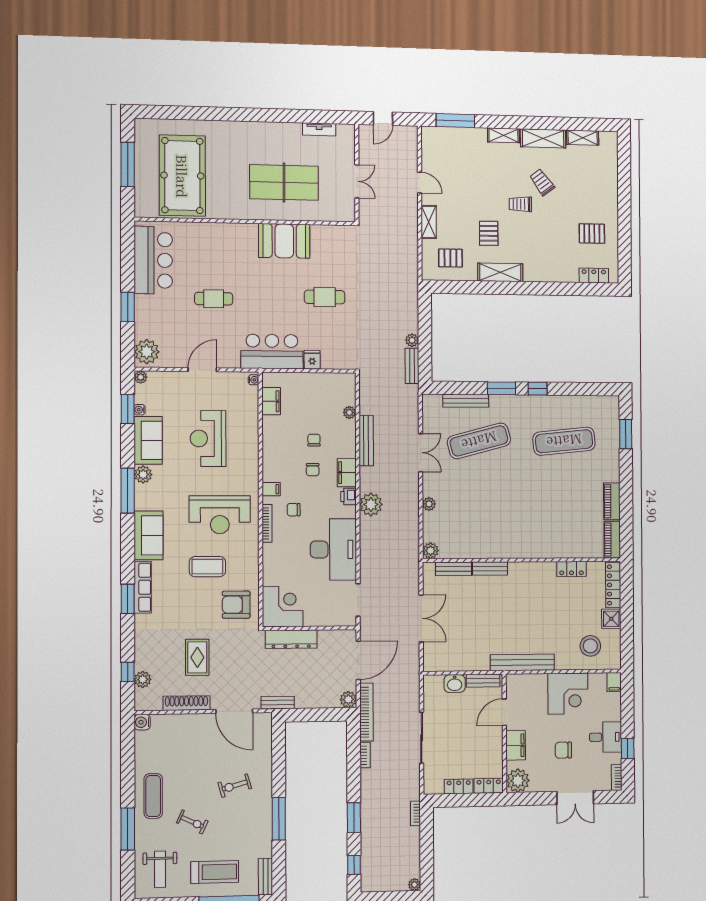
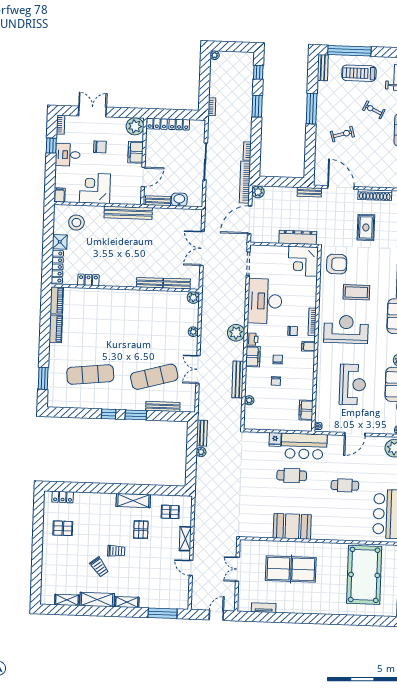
cafe table: (325, 297) -> (292, 476), moved

